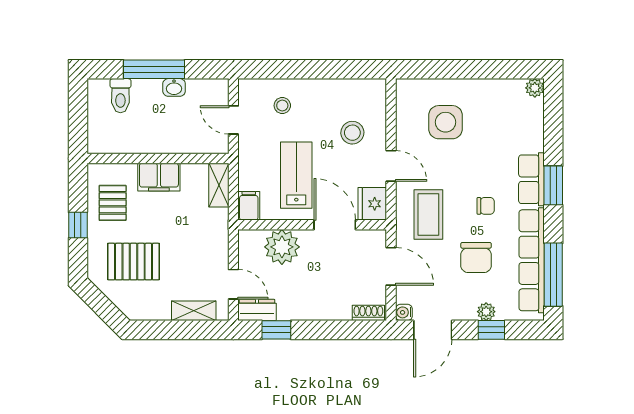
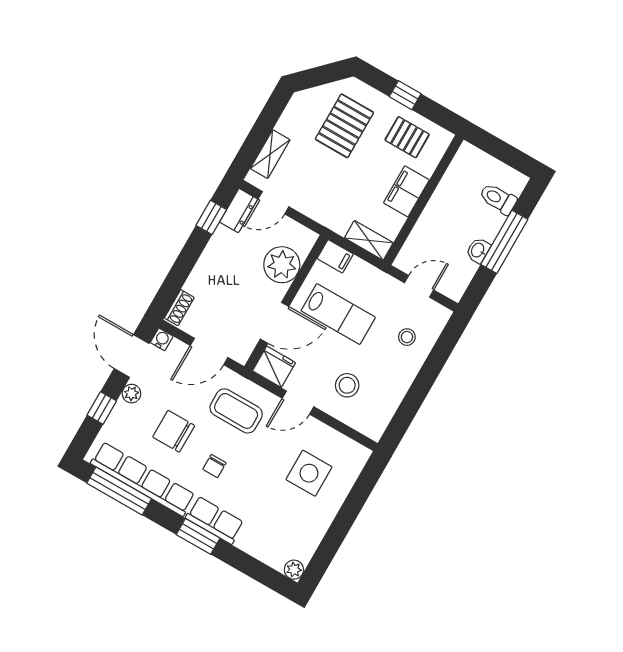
plant: (486, 312) -> (131, 394), moved

